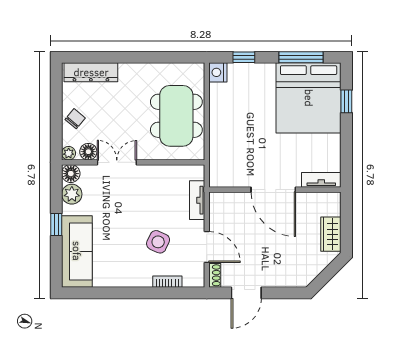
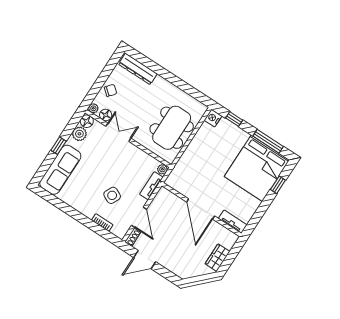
plant: (198, 172) -> (162, 169), added

